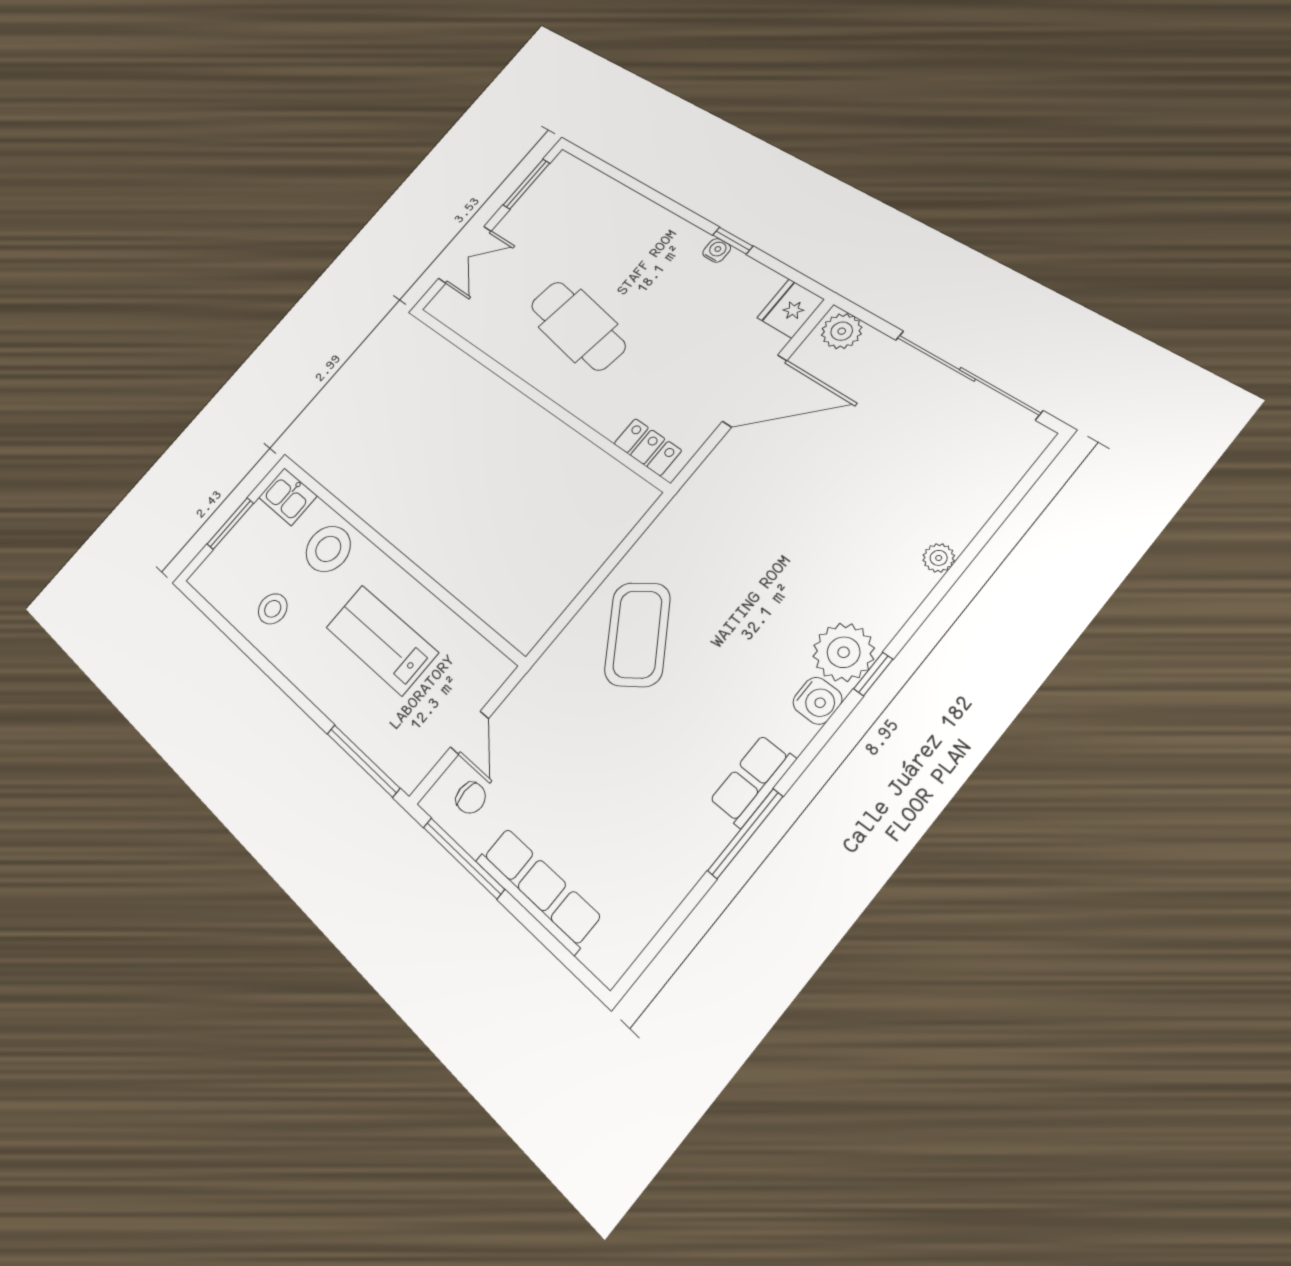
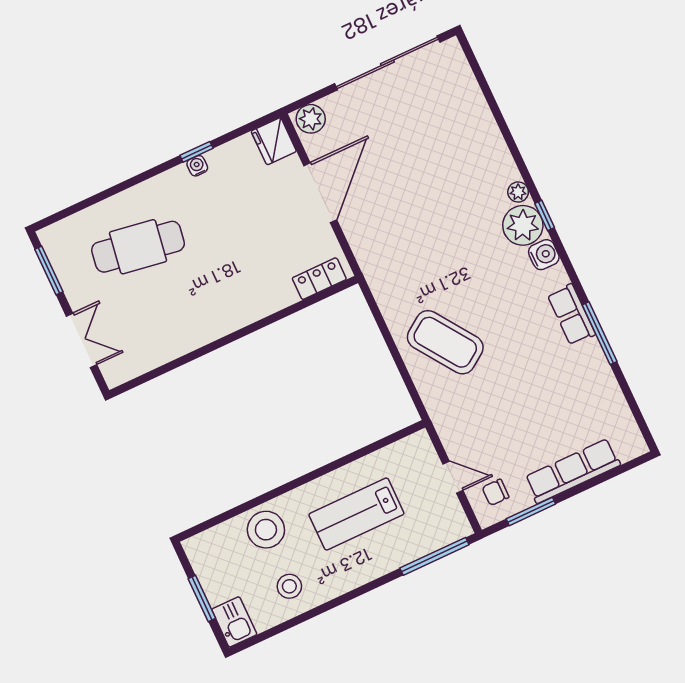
cafe table: (578, 326) -> (138, 247), moved
kitchen sink: (288, 497) -> (234, 622), moved, turned -90
plant: (939, 558) -> (518, 192), moved
chair: (471, 798) -> (495, 492), turned 180
window: (463, 858) -> (531, 511), width x0.69

